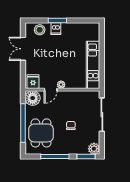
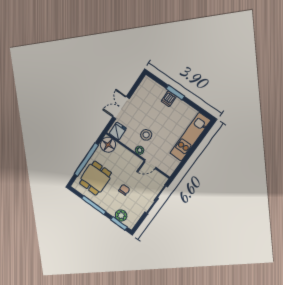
stool: (40, 30) -> (146, 135), moved
double door: (23, 49) -> (121, 108), moved
kitchen unit: (93, 65) -> (190, 137), moved
door: (51, 90) -> (150, 164), moved
plant: (94, 149) -> (121, 216), moved

